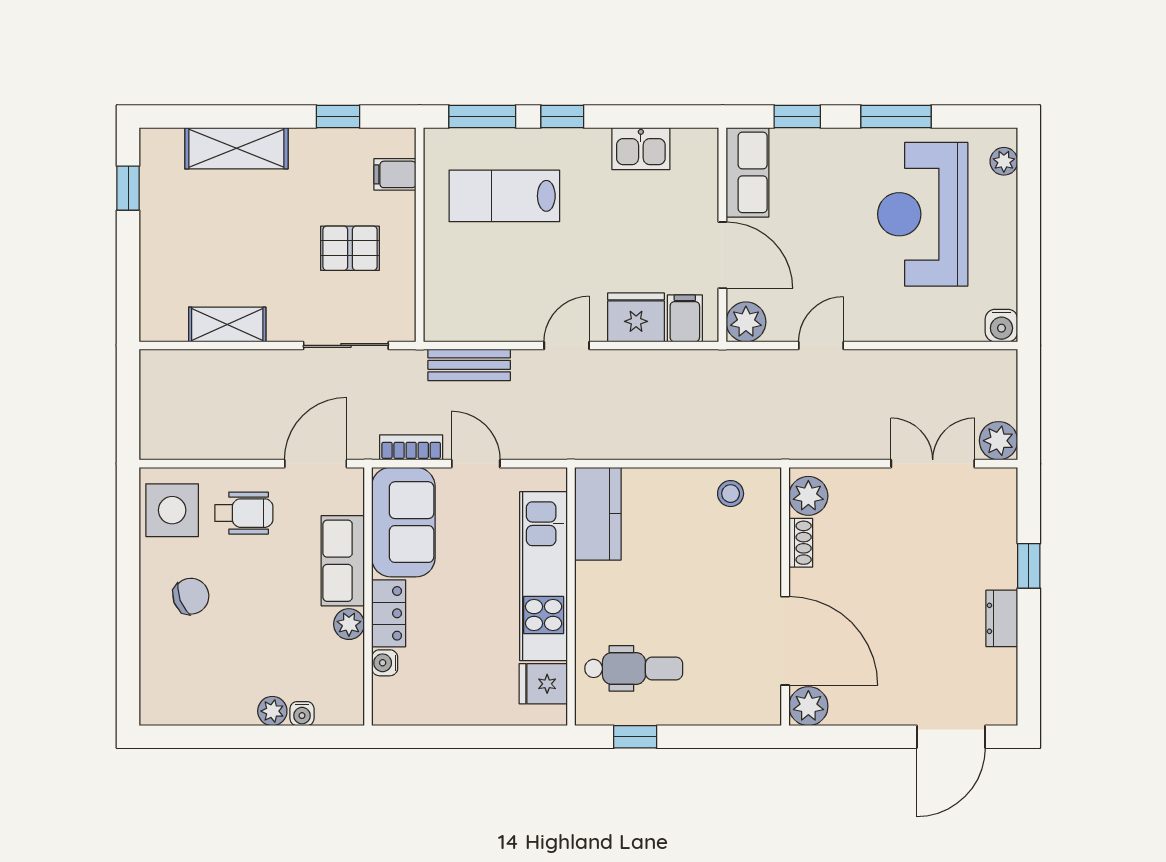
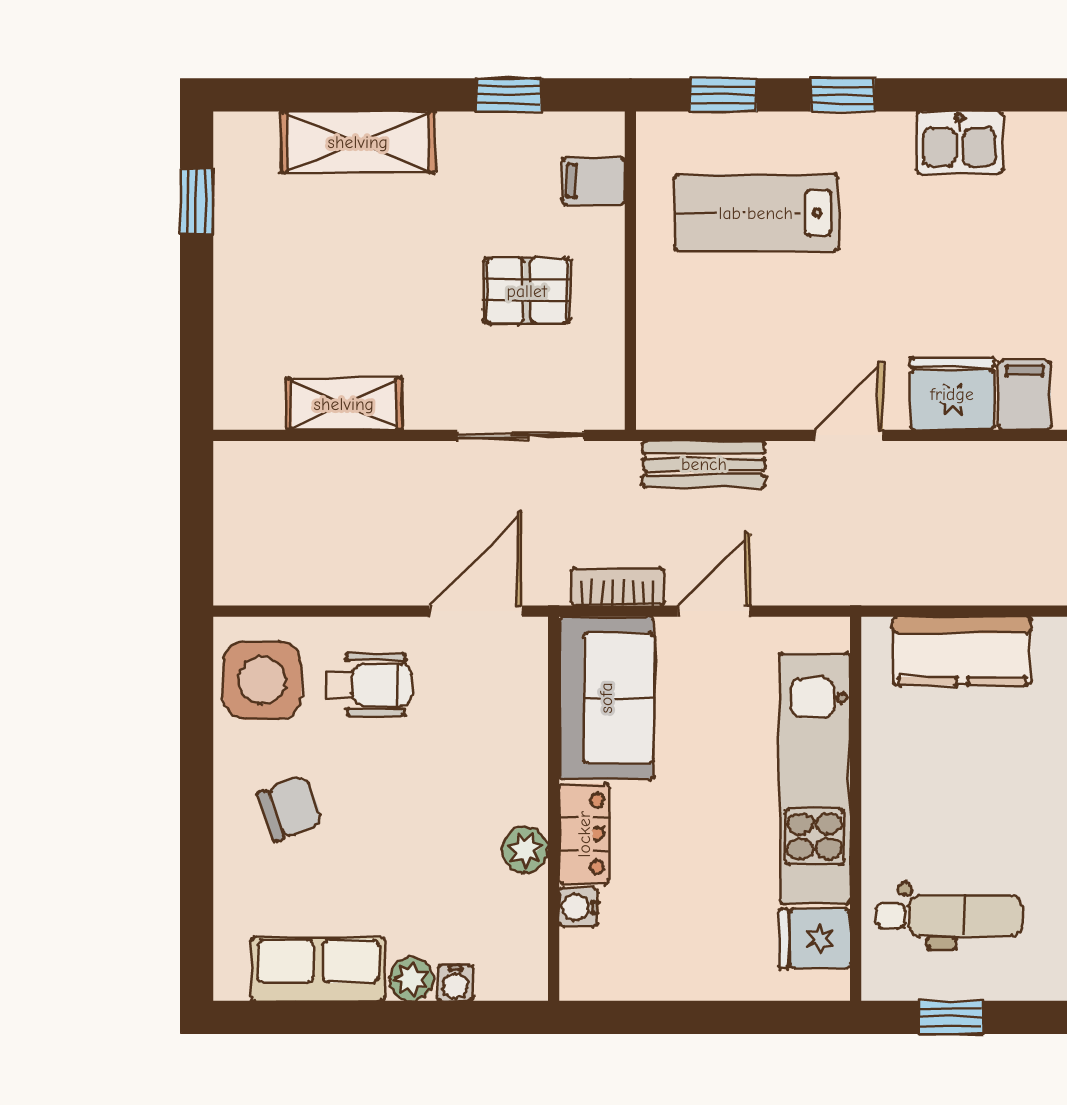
window: (482, 117) -> (723, 95), width x0.67
door: (476, 464) -> (714, 611), hinge flipped
kitchen counter: (598, 514) -> (962, 651), moved, turned 90
row of seats: (343, 561) -> (318, 969), moved, turned 90

